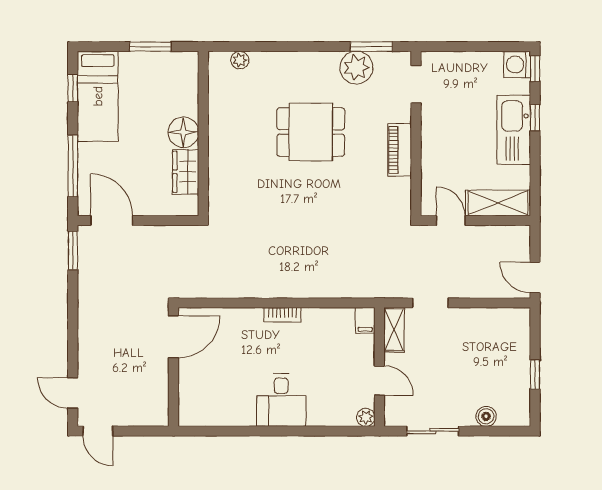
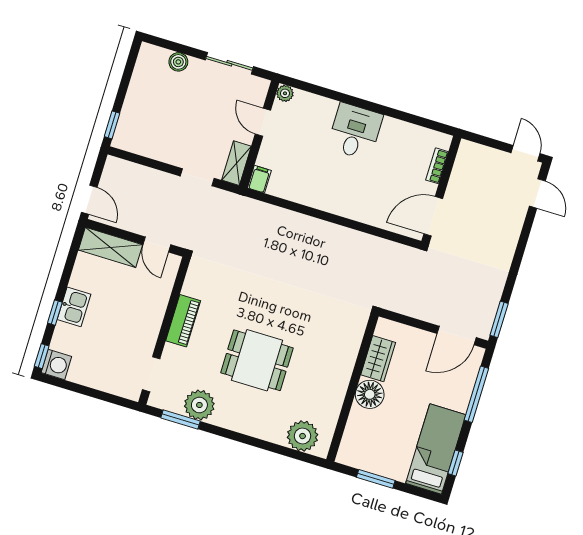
plant: (240, 60) -> (303, 436), width x1.88, depth x1.88
kitchen sink: (514, 130) -> (74, 307), width x0.53, depth x0.81
door: (112, 221) -> (457, 336), hinge flipped
door: (535, 277) -> (89, 200), moved
bookcase: (282, 315) -> (437, 166), moved, turned -90
window: (535, 375) -> (112, 125), moved

